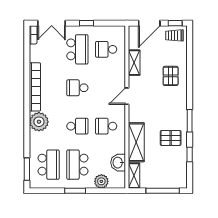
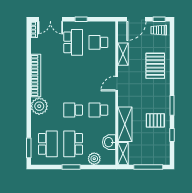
pallet: (171, 76) -> (155, 66), width x1.50, depth x1.42
school desk: (77, 88) -> (73, 76), removed
school desk: (77, 126) -> (73, 110), turned 180

